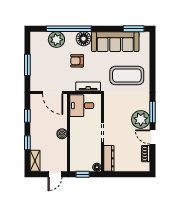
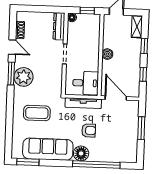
plant: (56, 40) -> (110, 154), removed
coffee table: (127, 76) -> (37, 113), width x0.73, depth x0.76
tv unit: (88, 86) -> (83, 103), width x1.41
plant: (141, 119) -> (23, 77), moved

